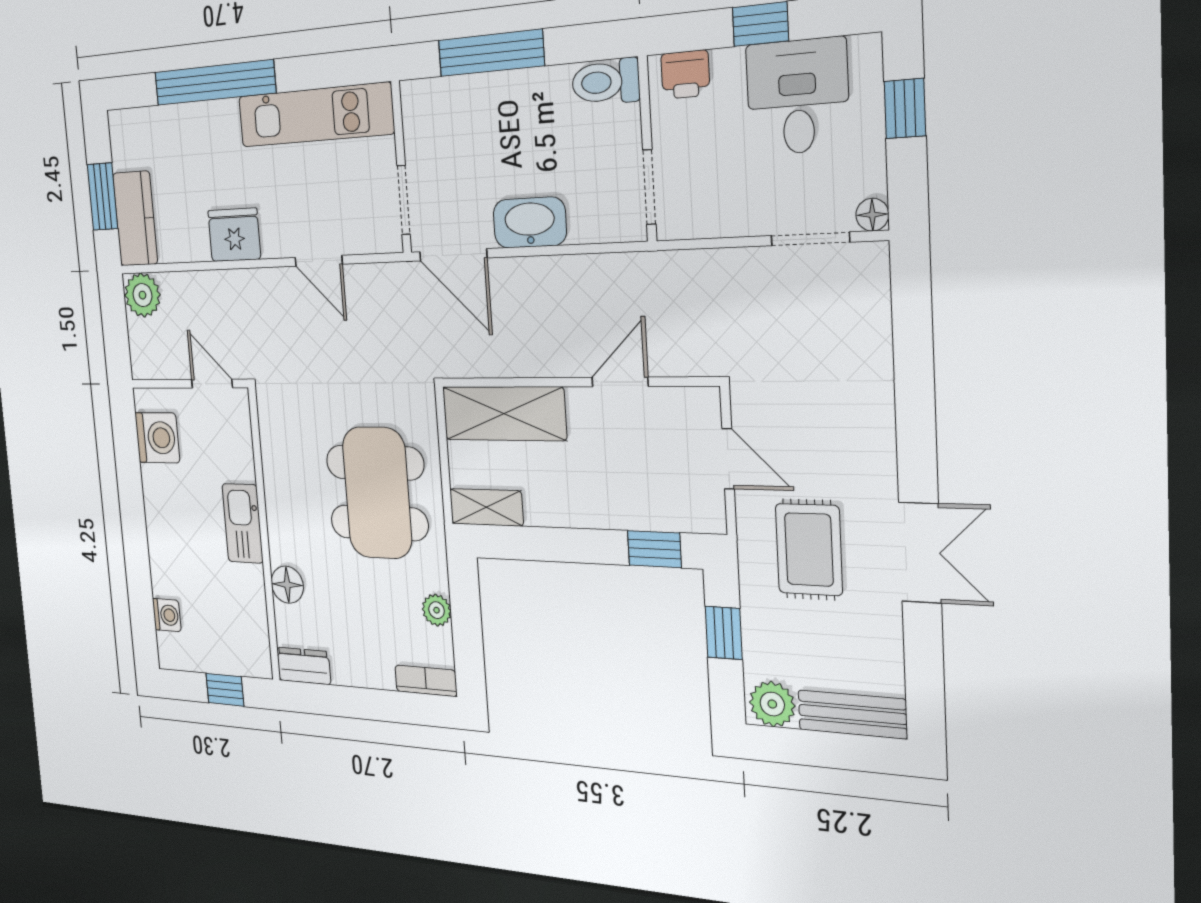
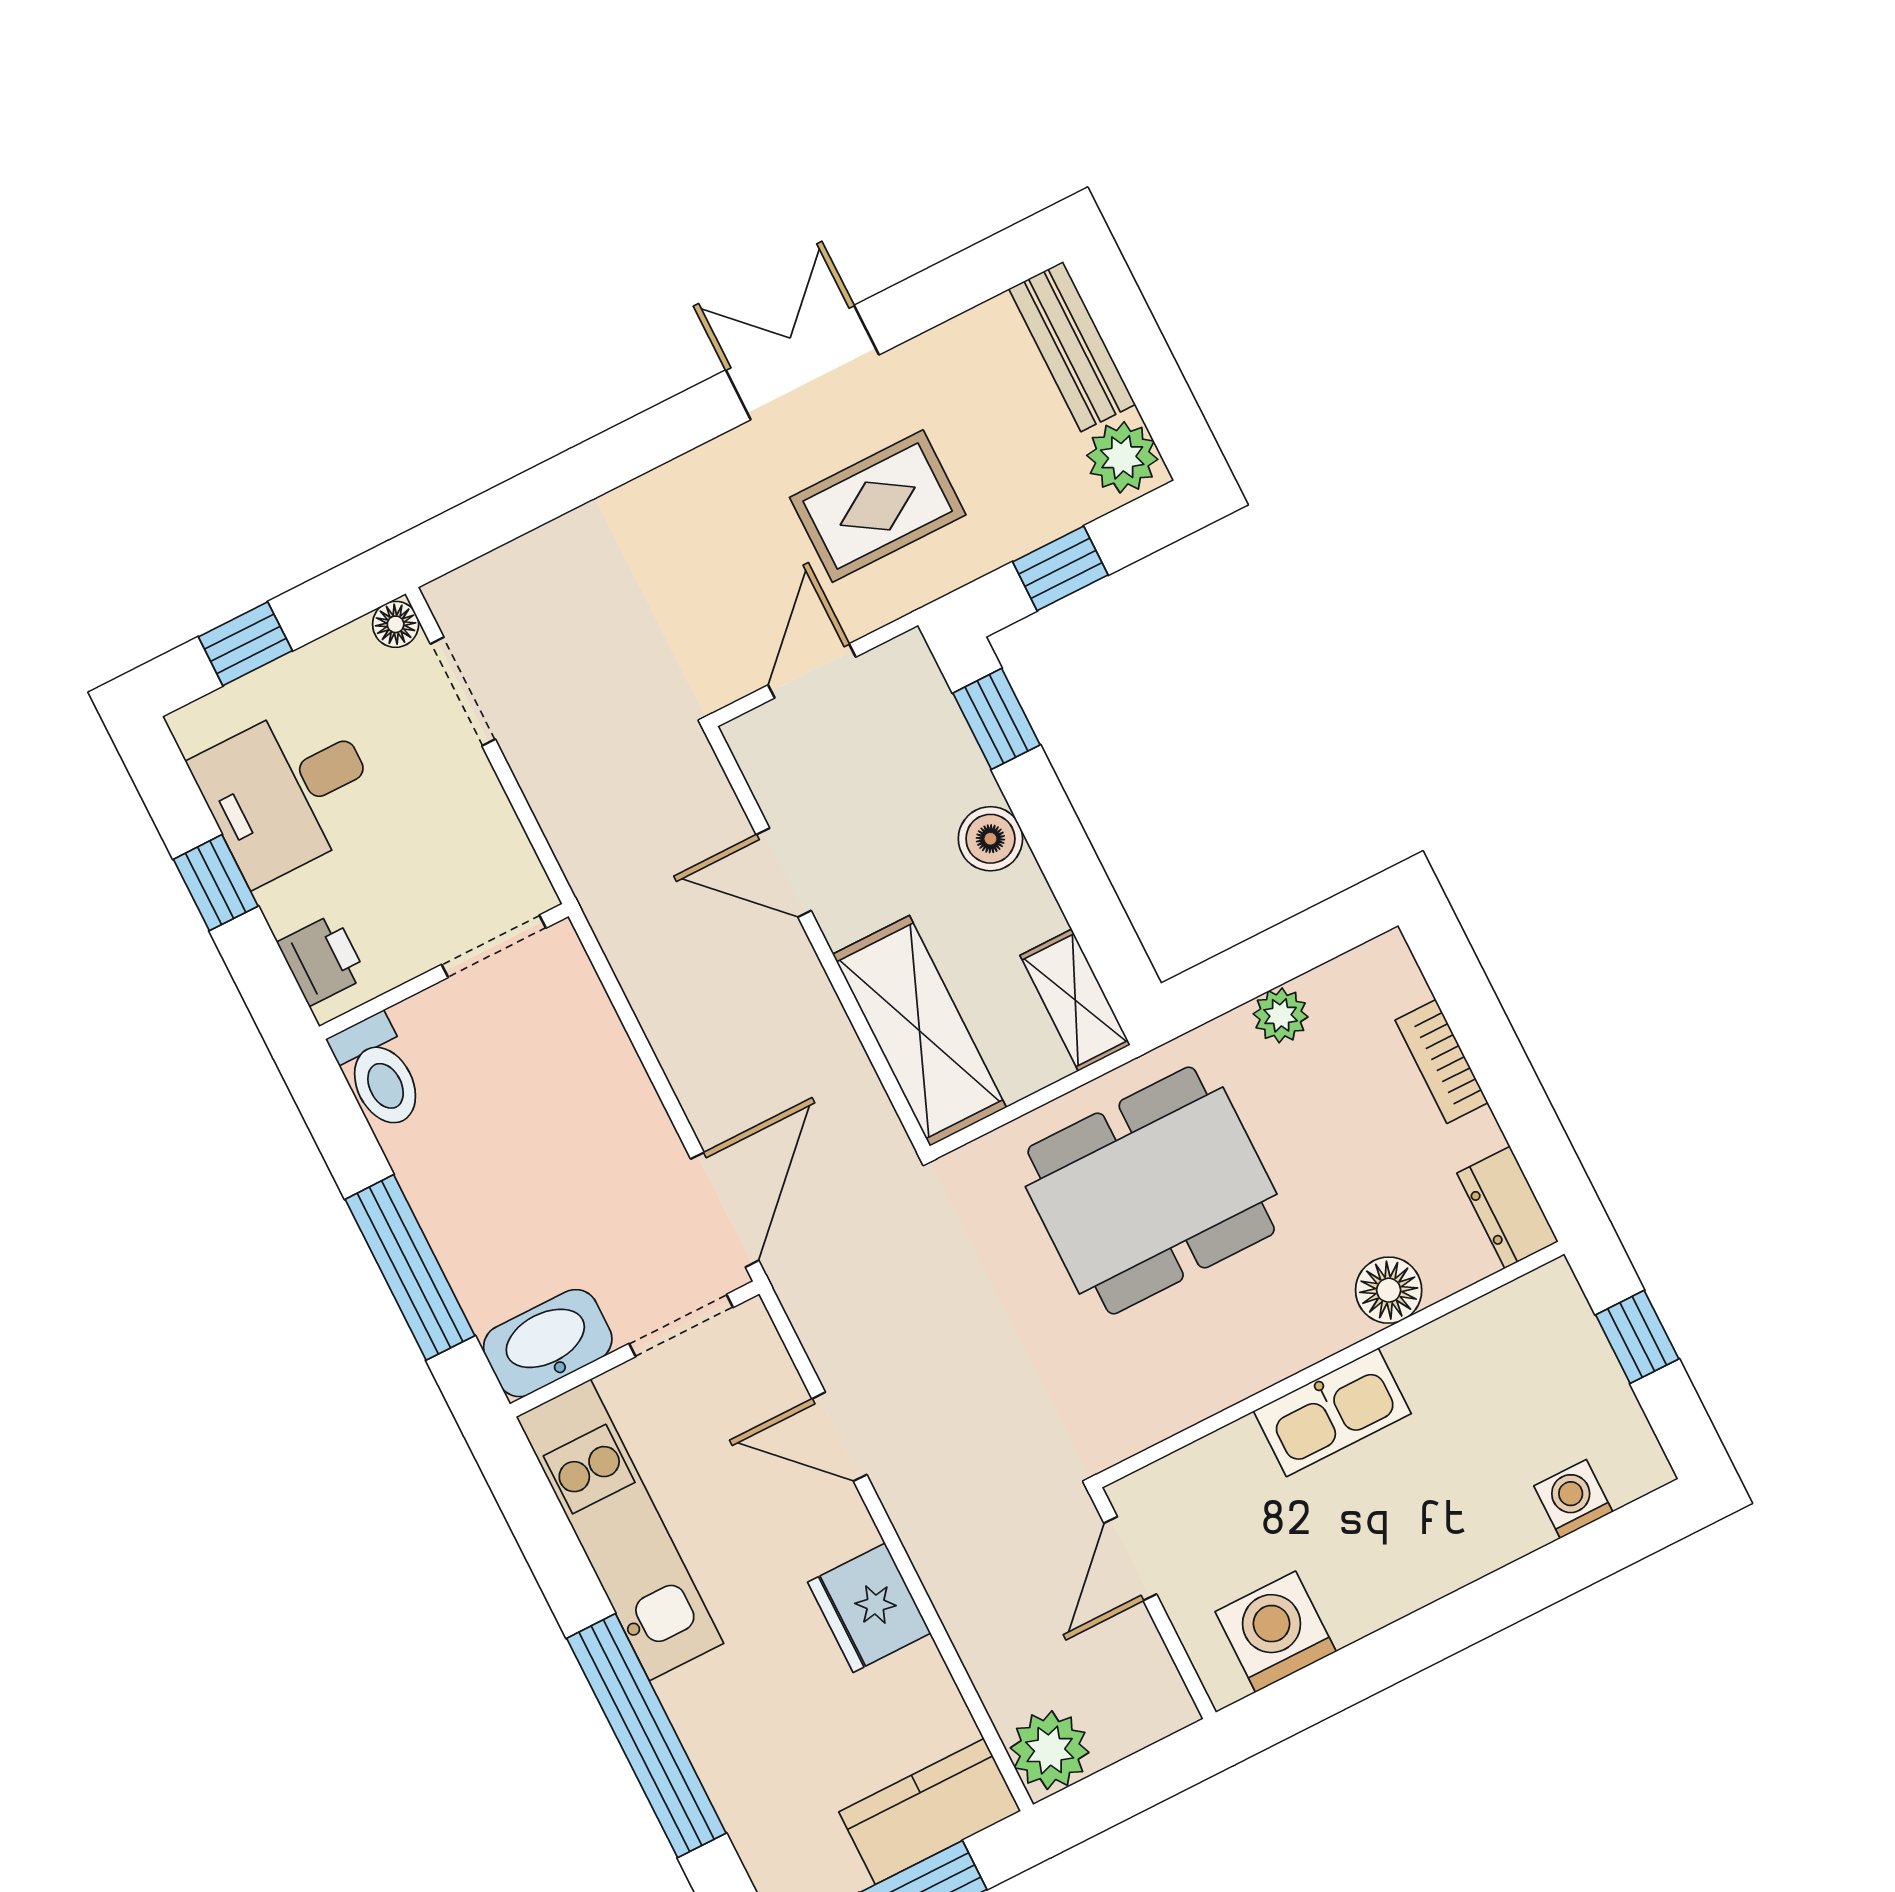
washbasin: (530, 223) -> (548, 1343), moved, turned 90
door: (319, 261) -> (839, 1437), swing flipped
boiler: (590, 509) -> (990, 839), added
bookcase: (426, 681) -> (1442, 1061), moved

